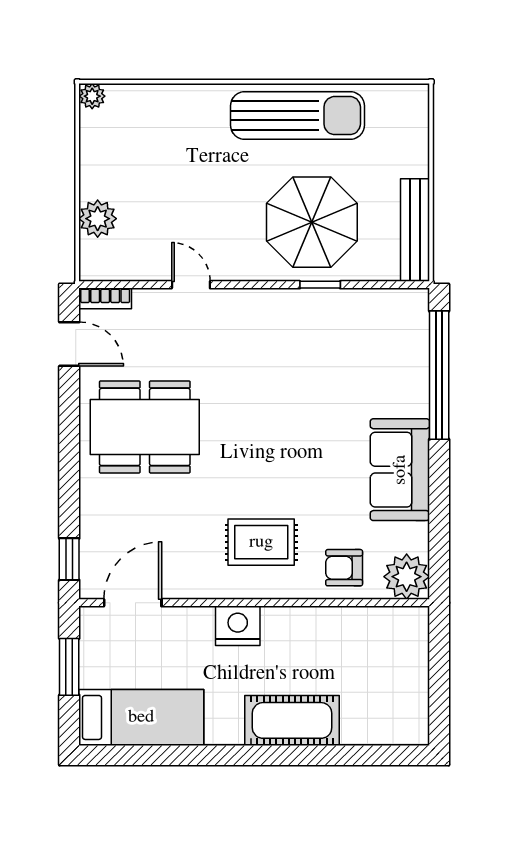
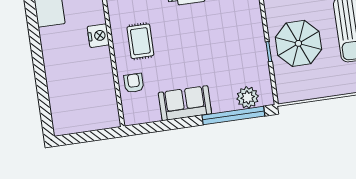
bench: (415, 230) -> (302, 94), removed
plant: (407, 577) -> (248, 97), moved
cot: (292, 720) -> (56, 68), removed

